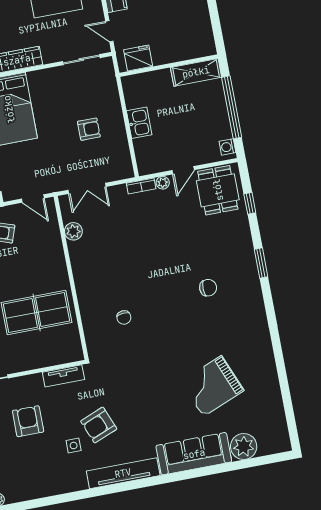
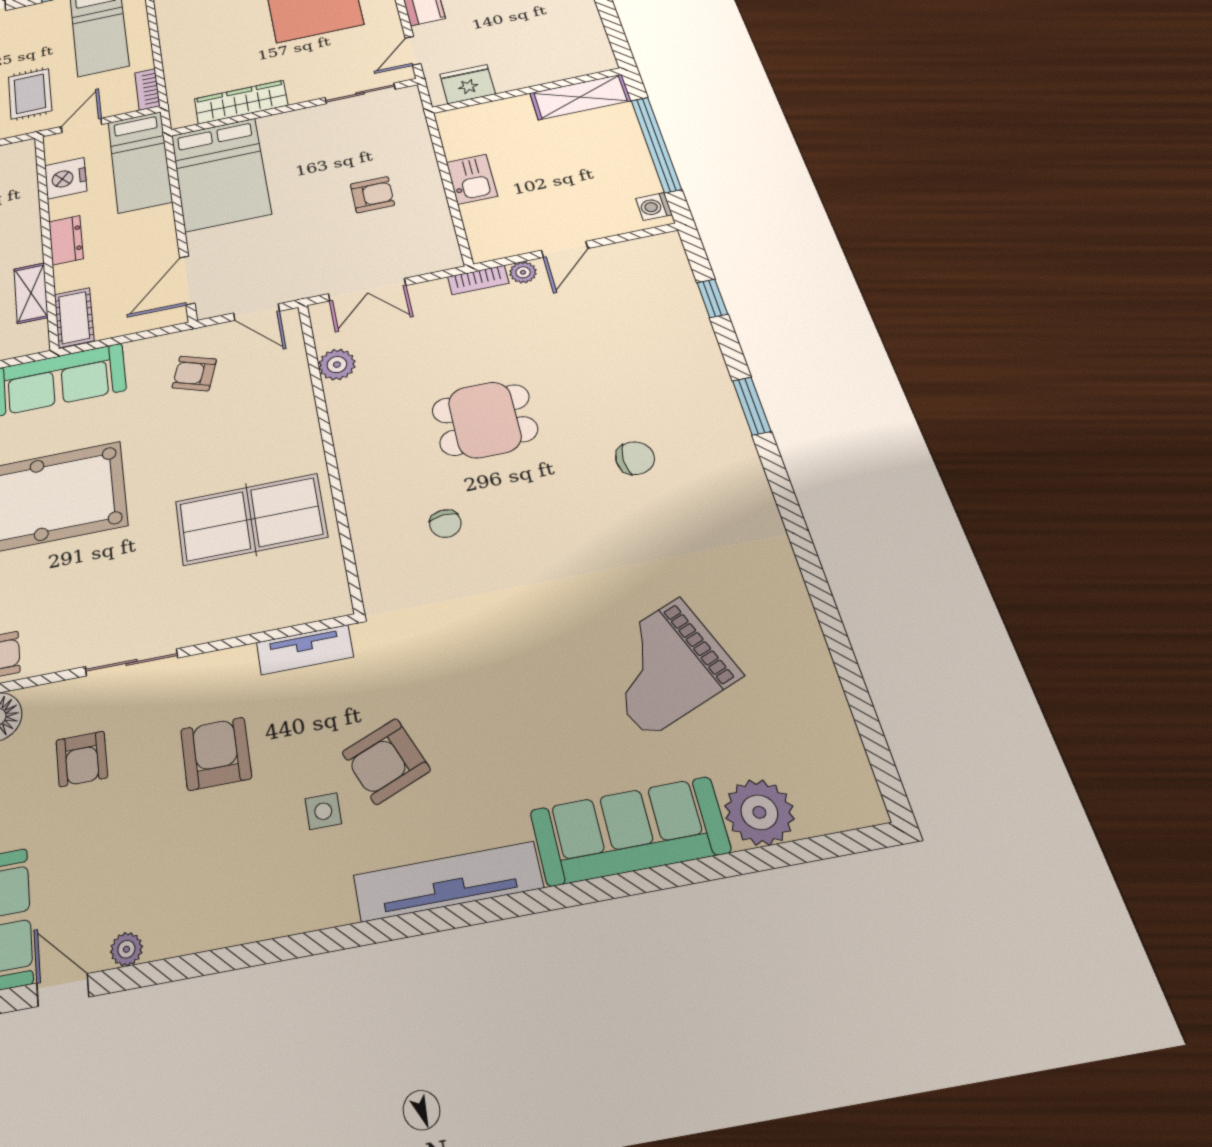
door: (109, 31) -> (413, 51), hinge flipped
dining table: (218, 190) -> (485, 420), moved, turned 90

